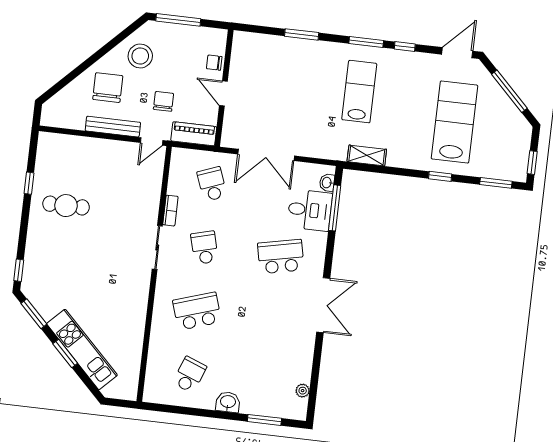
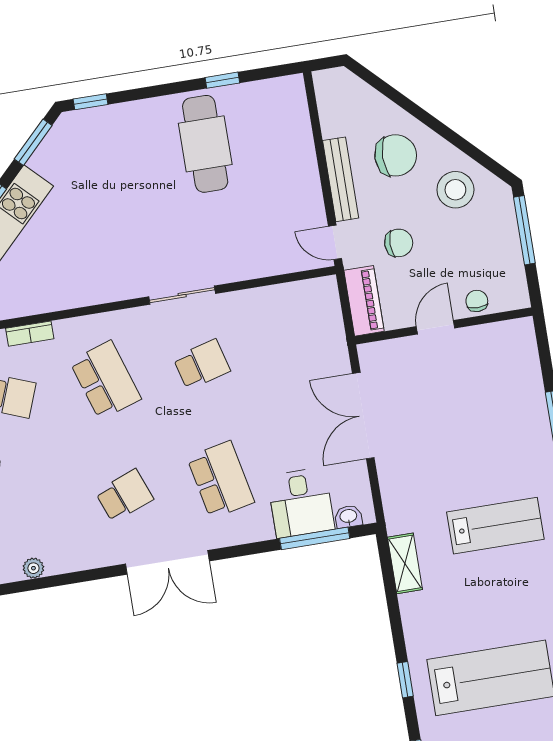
school desk: (212, 184) -> (124, 496), moved
cafe table: (66, 206) -> (205, 144), width x1.37, depth x1.35
bookcase: (170, 211) -> (30, 334), moved

